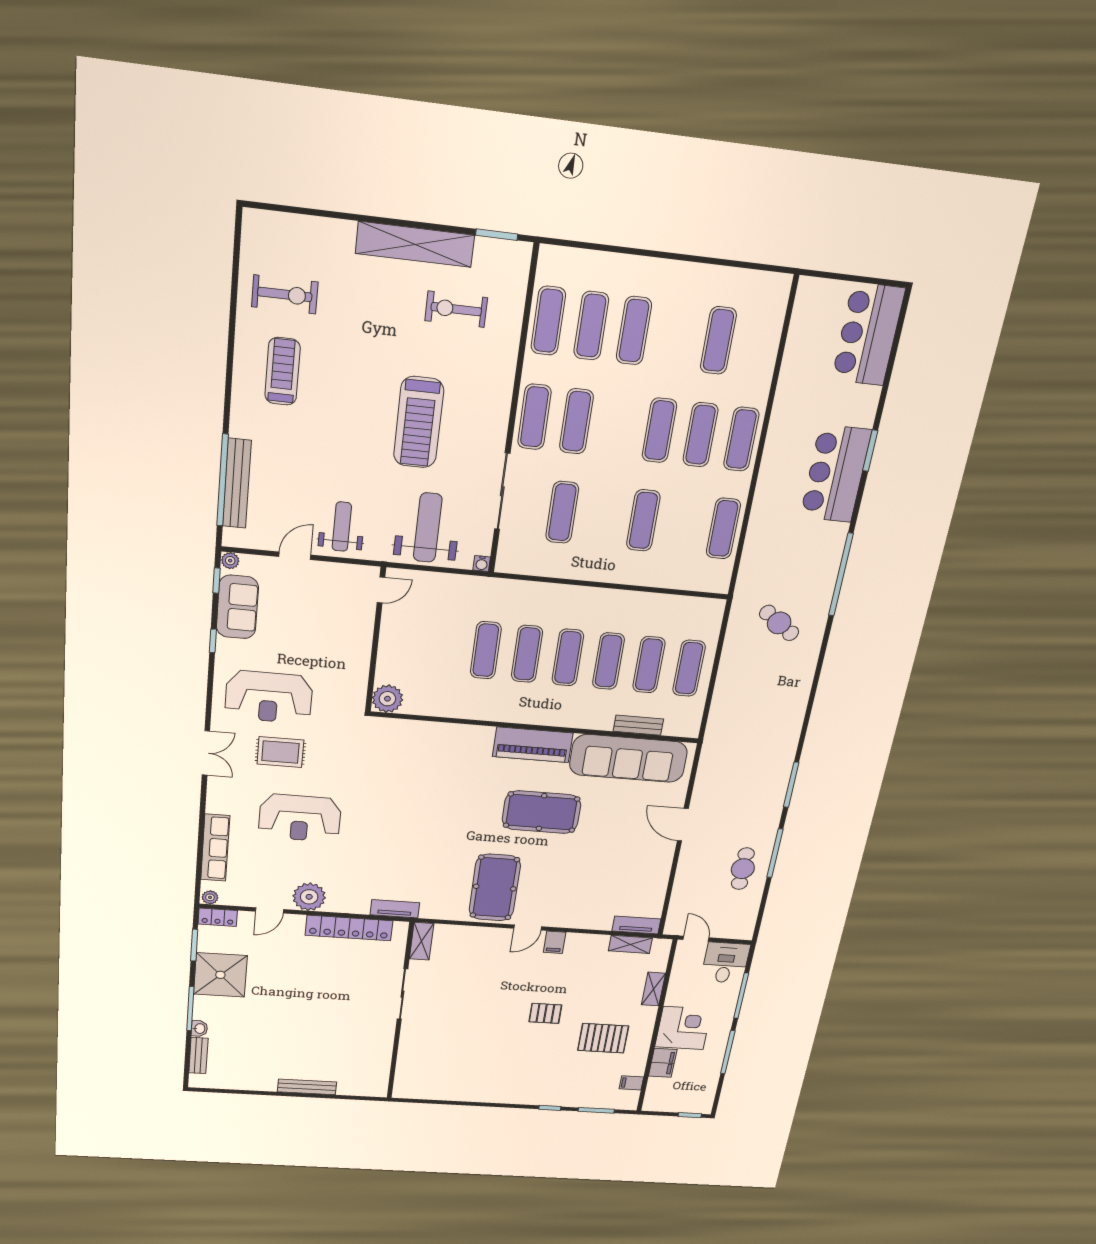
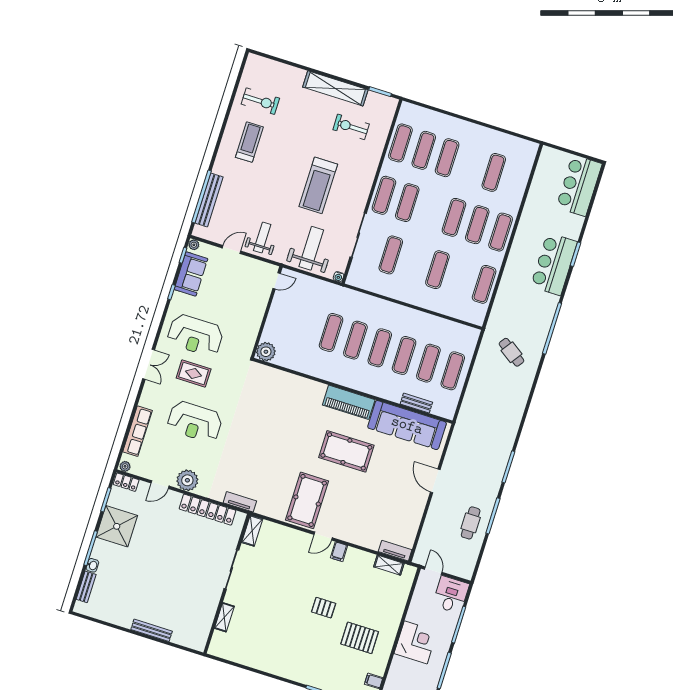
shelving: (653, 989) -> (224, 617), moved
filing cabinet: (663, 1063) -> (398, 669), removed

